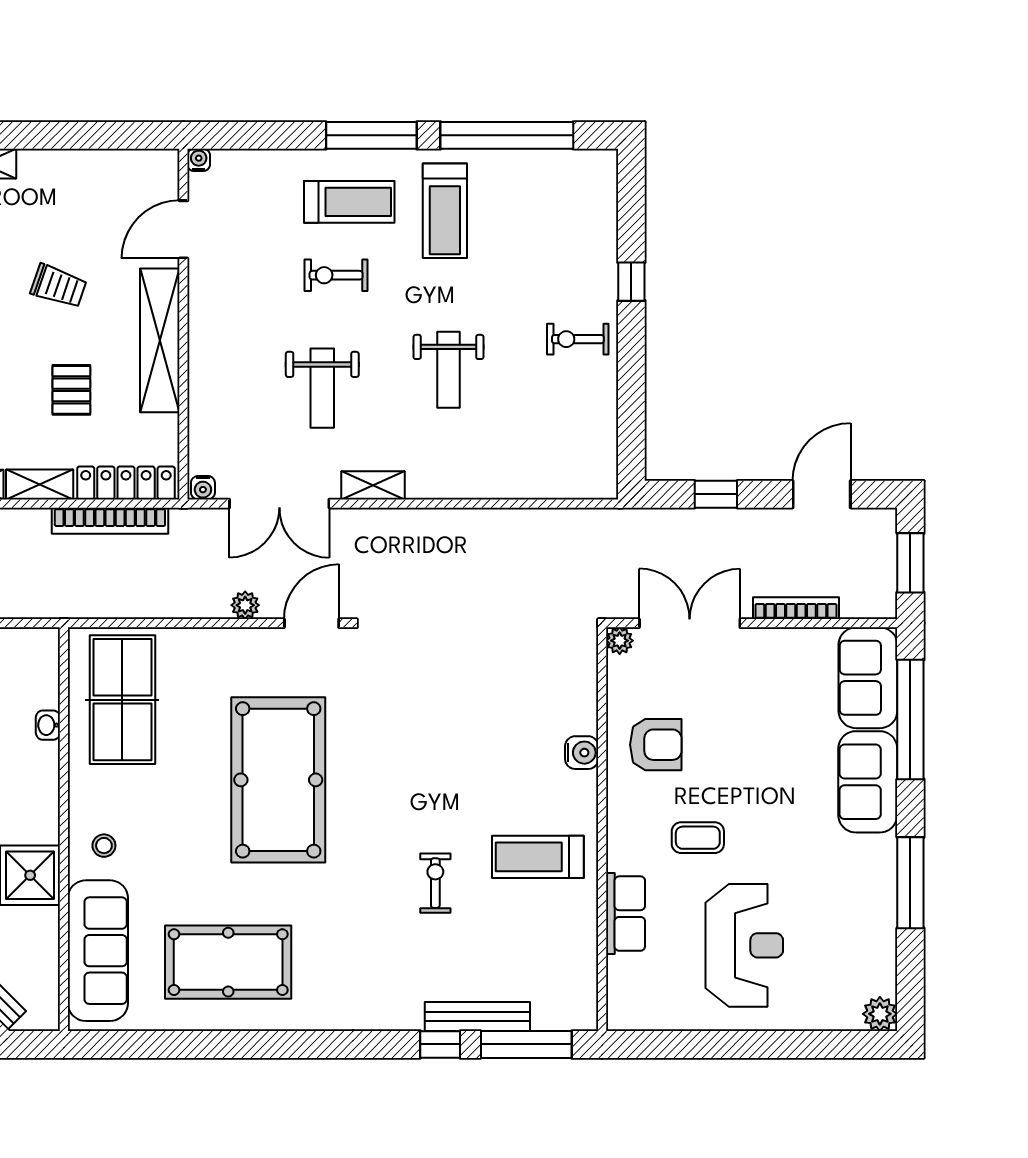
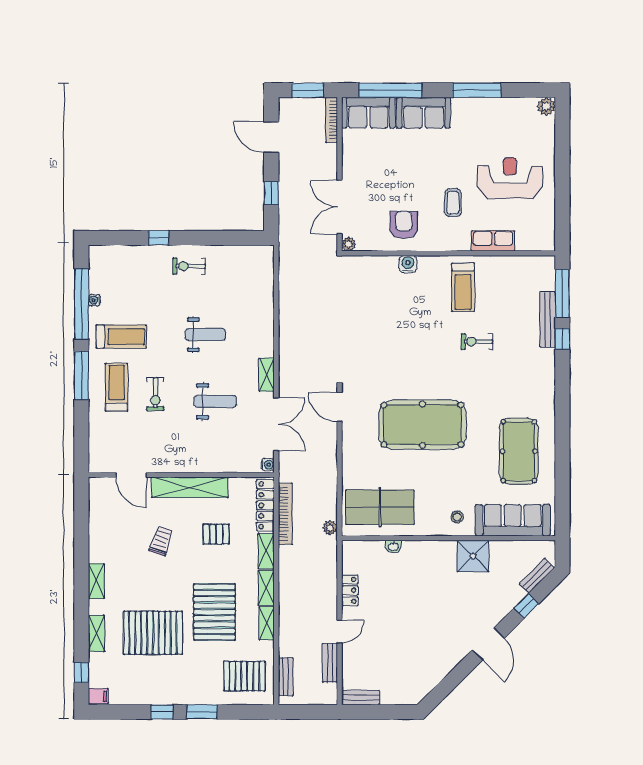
water cooler: (199, 160) -> (94, 300), moved
exercise bike: (578, 339) -> (189, 266), turned 91
plant: (245, 605) -> (330, 528), moved
bookcase: (796, 608) -> (332, 120), moved

